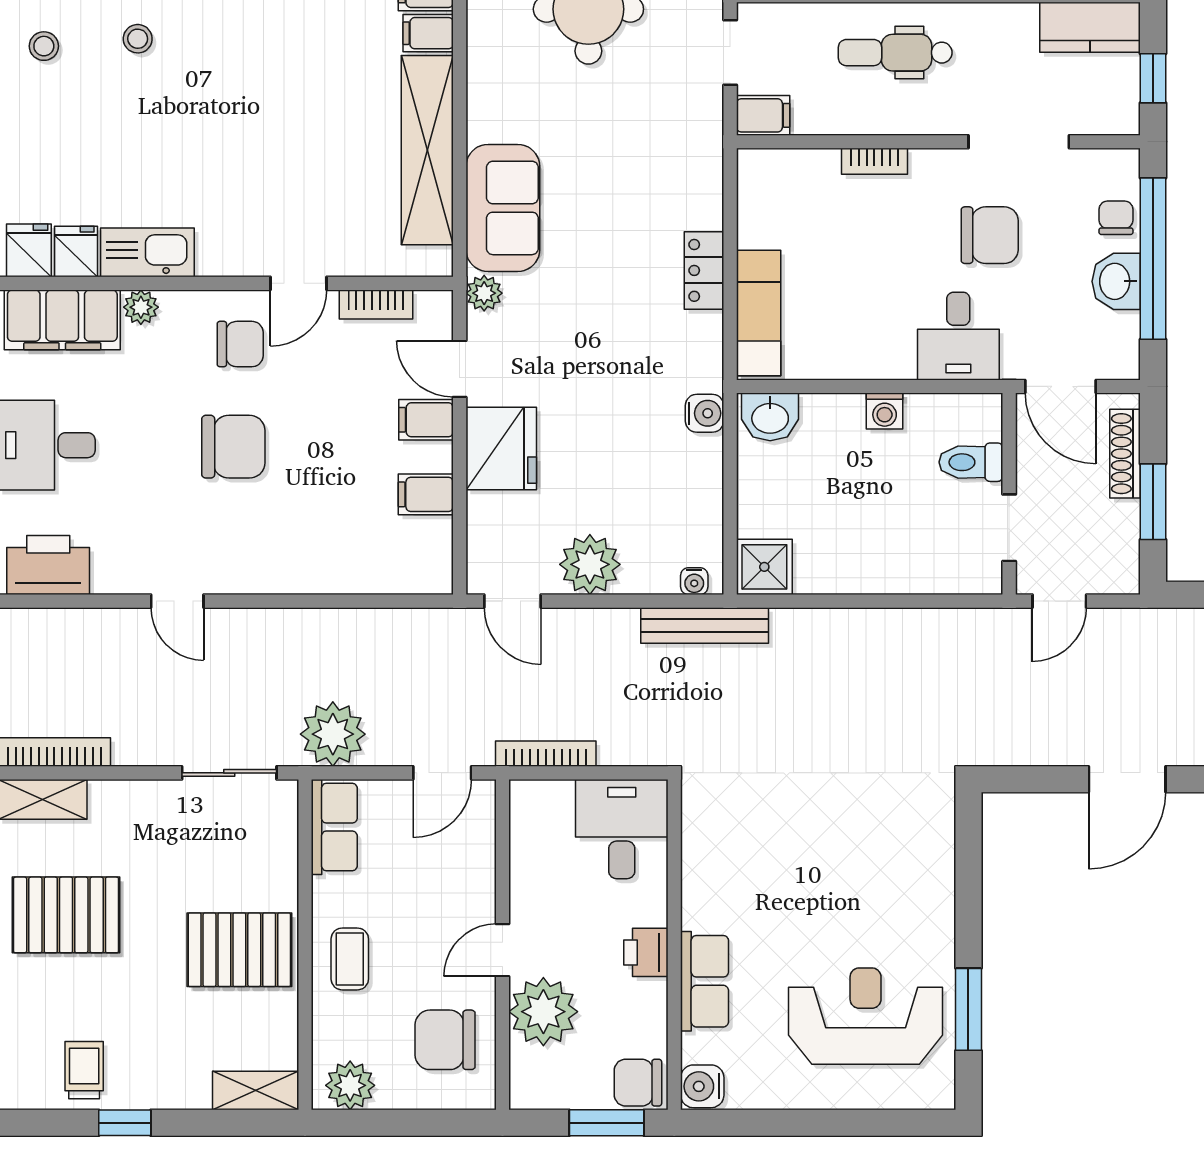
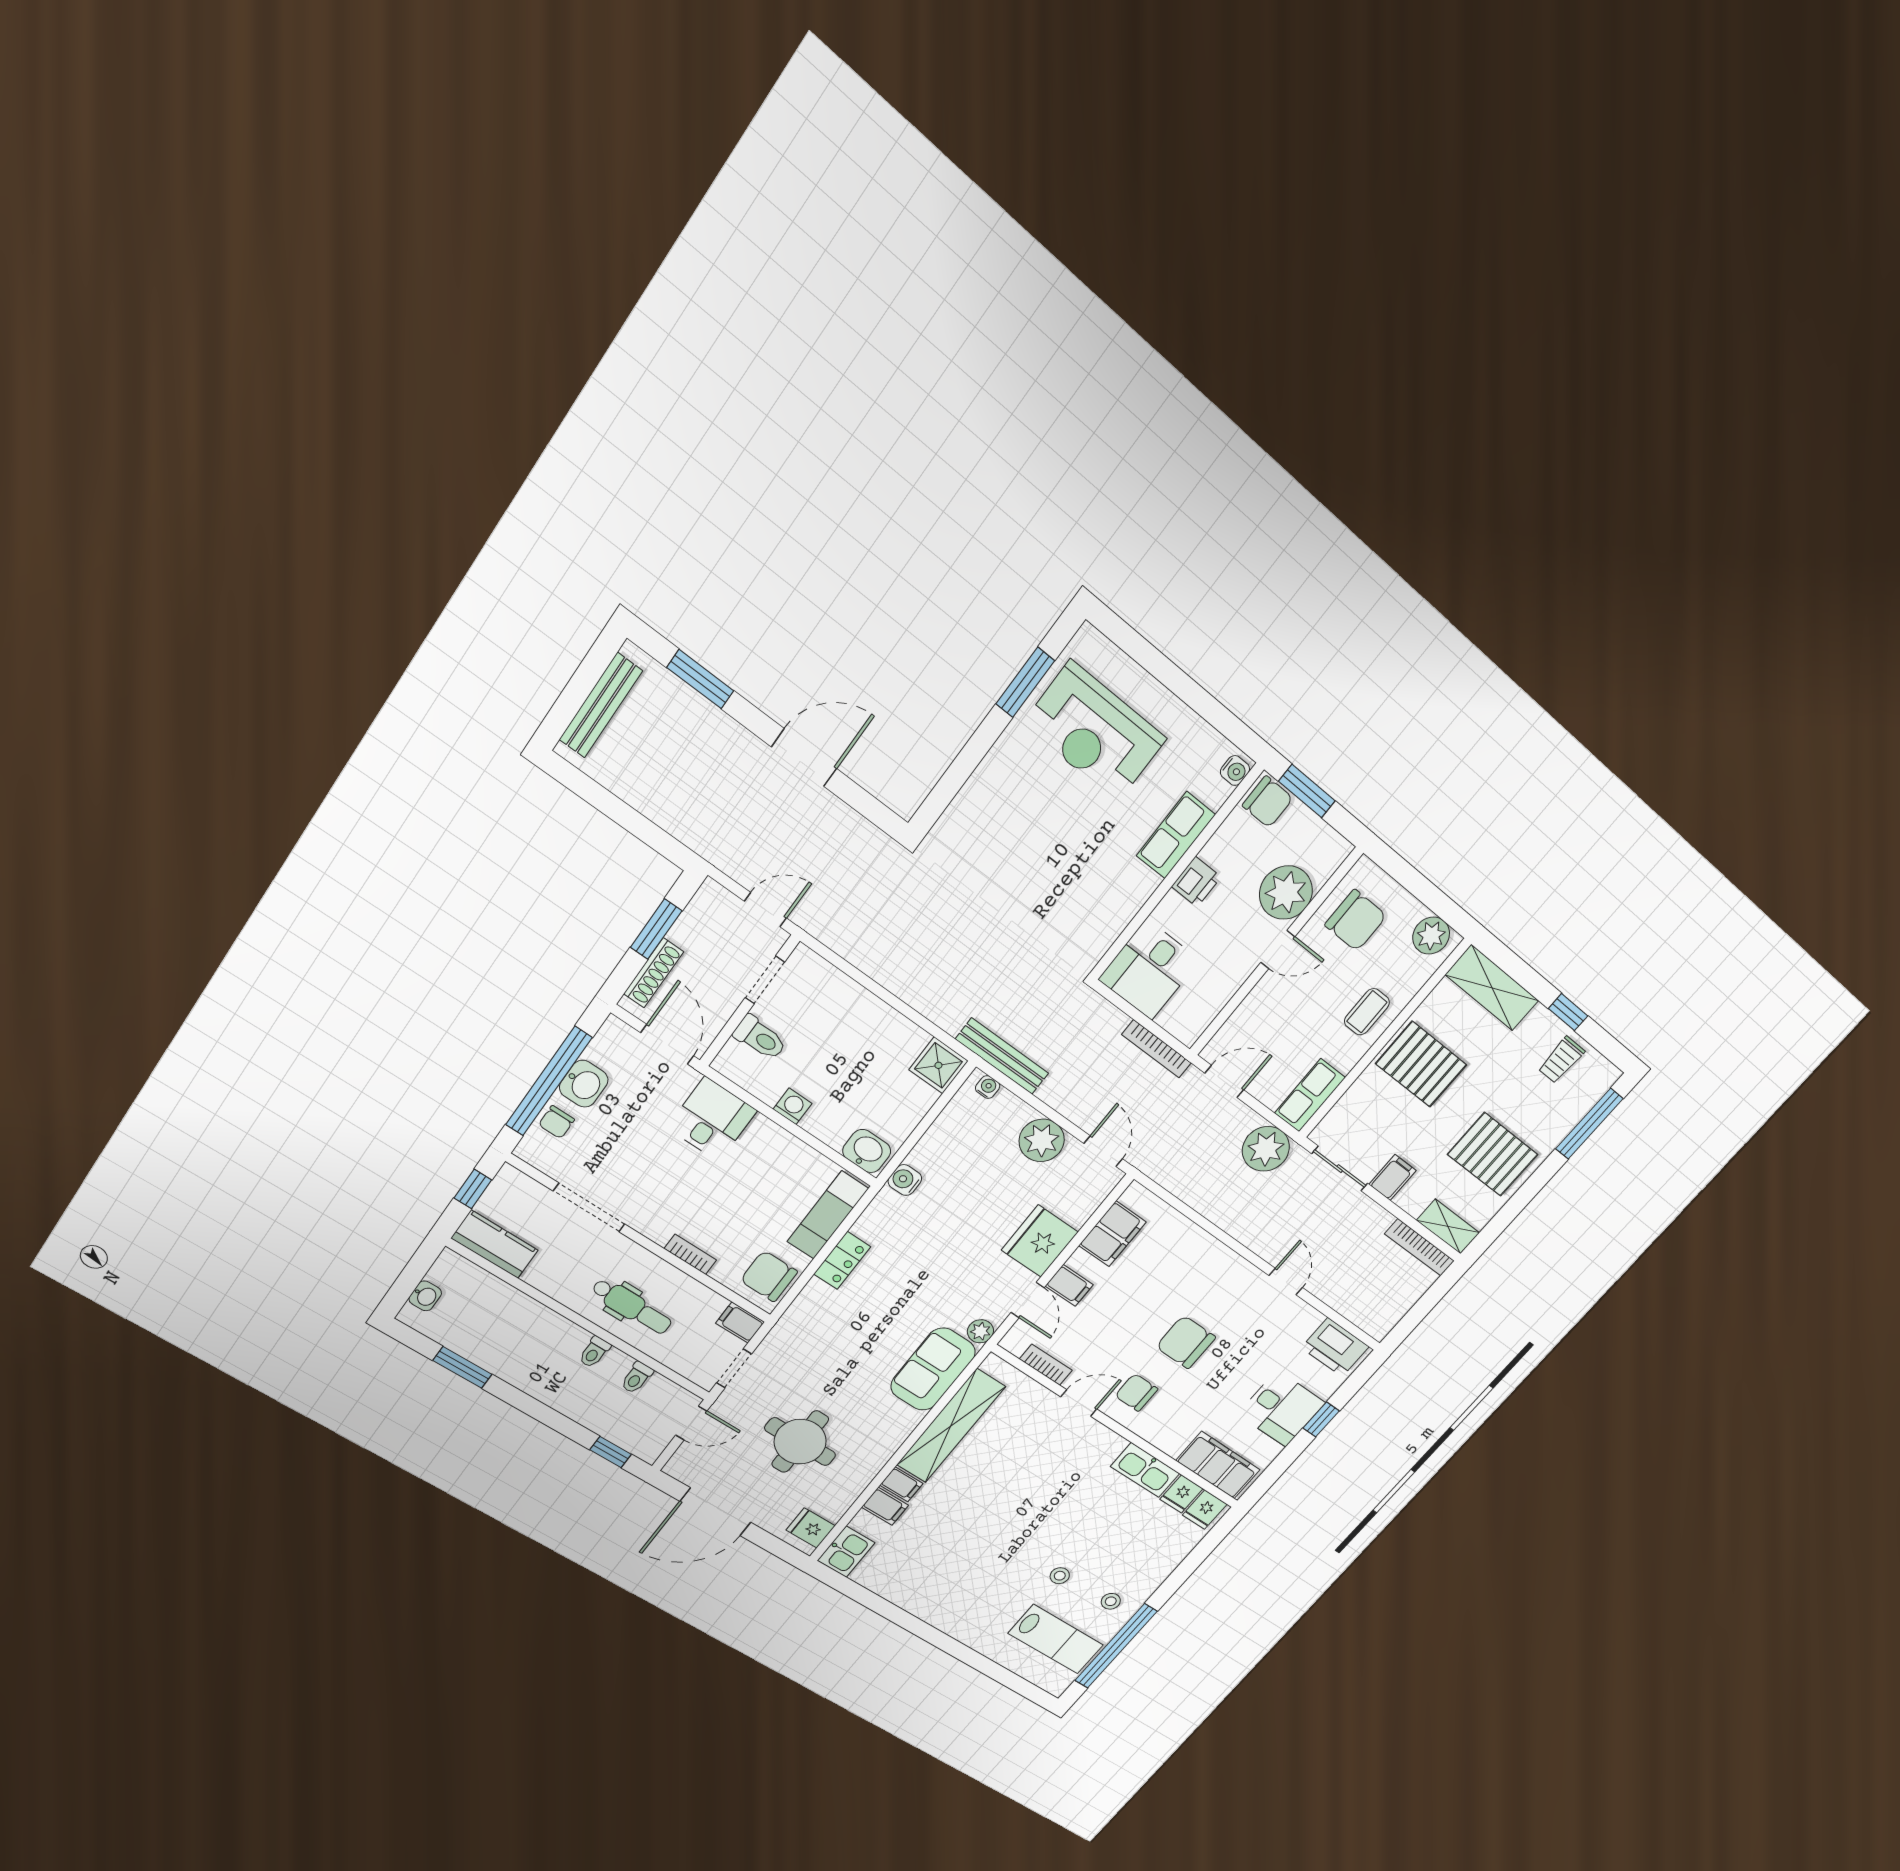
chair: (990, 235) -> (769, 1276), moved
plant: (141, 307) -> (1172, 1445), removed
filing cabinet: (426, 494) -> (1112, 1234), width x2.00
filing cabinet: (159, 807) -> (1392, 1178), added
water cooler: (702, 1086) -> (1235, 771), width x0.72, depth x0.72
shelving: (256, 1091) -> (1492, 988), width x1.50, depth x1.33

